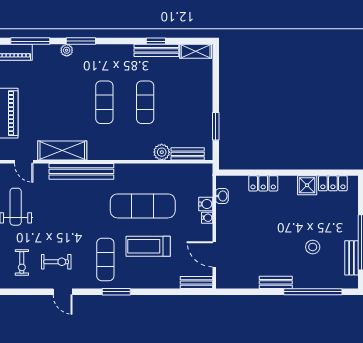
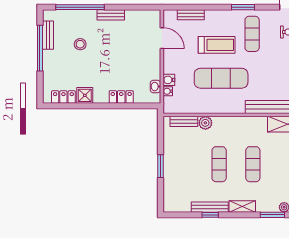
shelving: (196, 51) -> (242, 206), moved
window: (216, 126) -> (161, 166), moved
water cooler: (207, 218) -> (168, 91), moved
bench: (197, 283) -> (191, 15), moved

